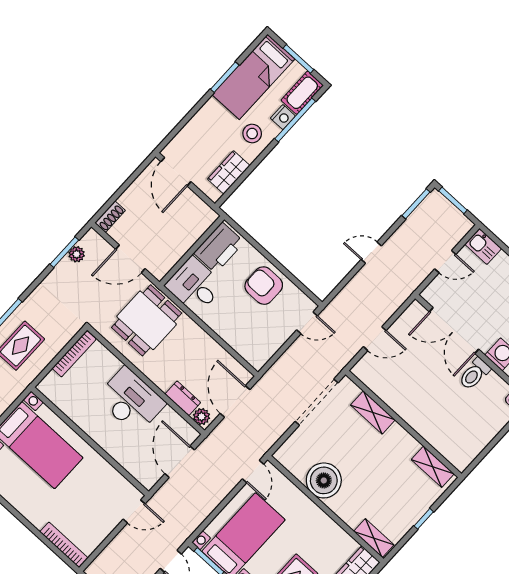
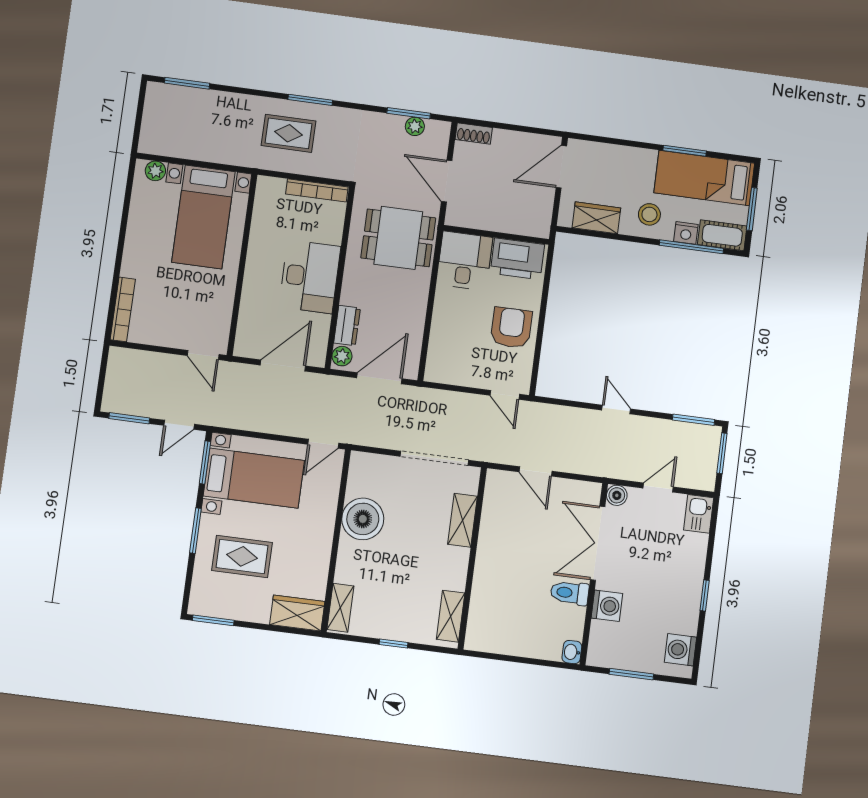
door: (445, 262) -> (658, 488), swing flipped
boiler: (431, 294) -> (617, 495), added

